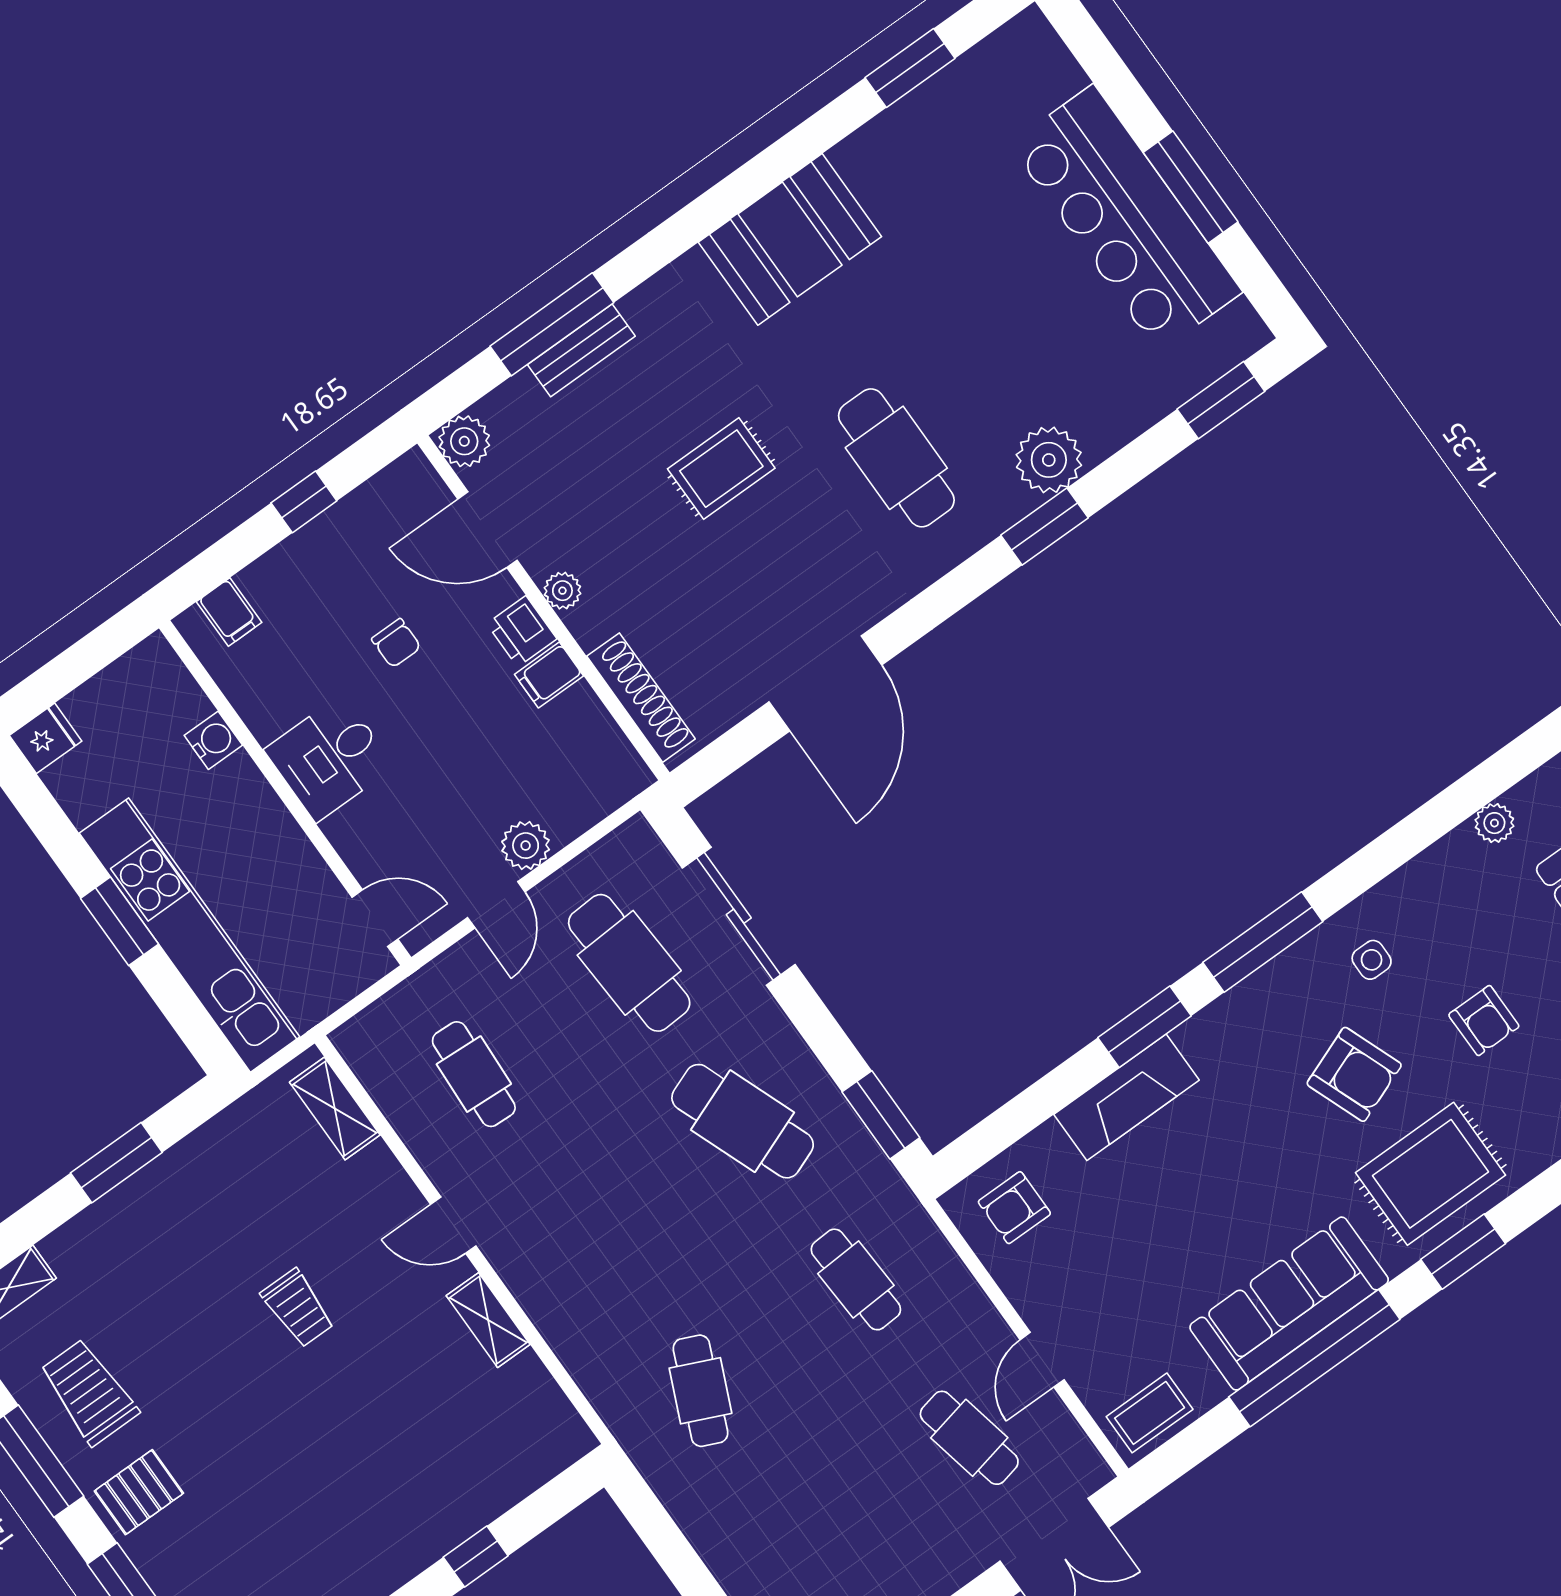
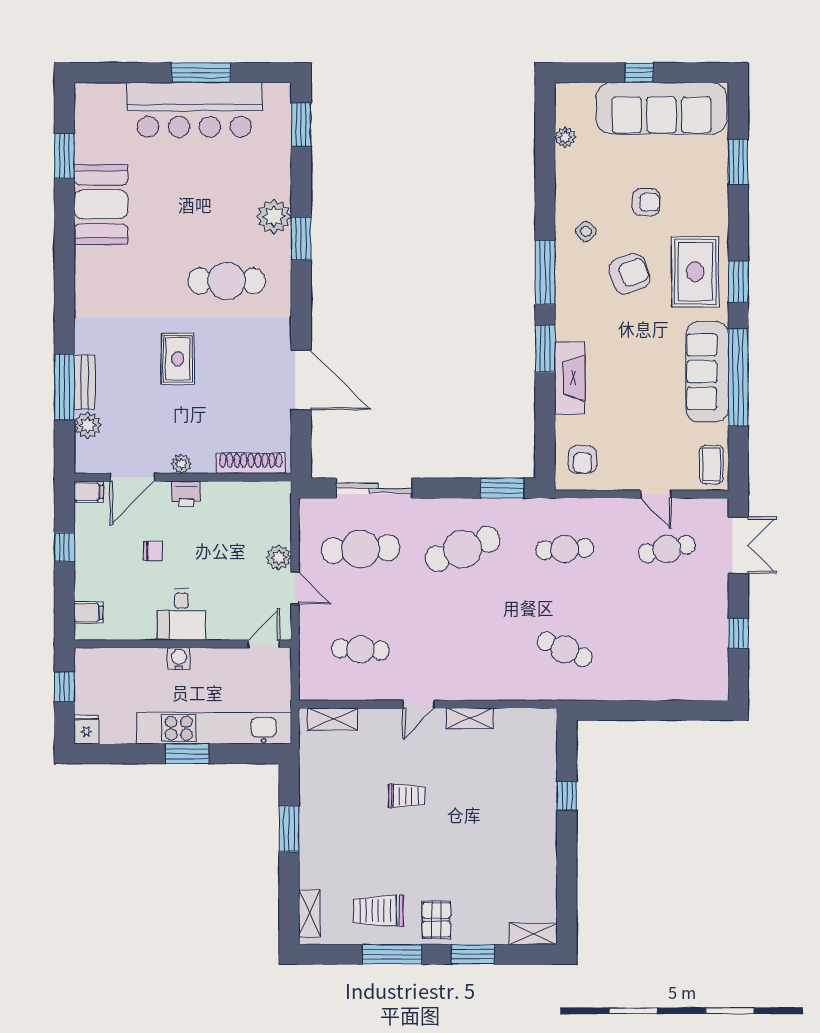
booth: (790, 239) -> (101, 204), moved
plant: (464, 441) -> (88, 425), moved
window: (87, 657) -> (64, 687), added
filing cabinet: (549, 675) -> (89, 492), moved, turned -90
water cooler: (213, 740) -> (179, 659), moved
side table: (1372, 960) -> (586, 231), turned 45

